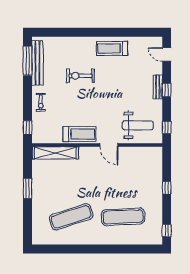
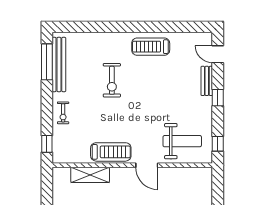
exercise bike: (80, 76) -> (112, 80), turned -90
bench: (158, 87) -> (207, 81), moved
shelving: (55, 153) -> (90, 175), width x0.68

